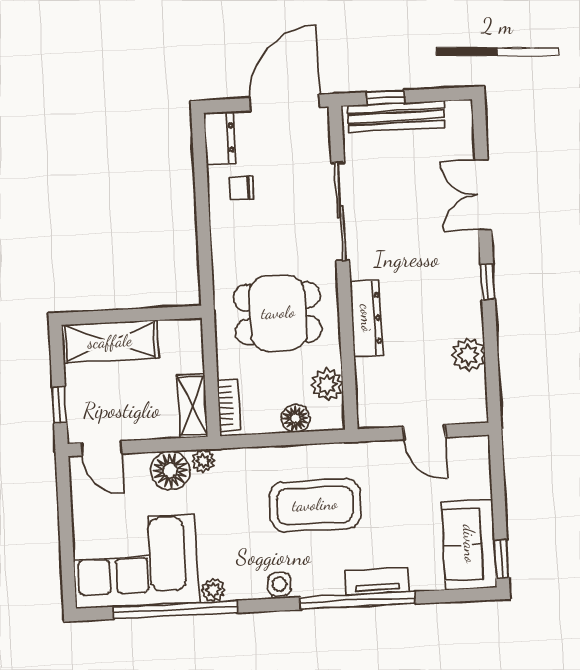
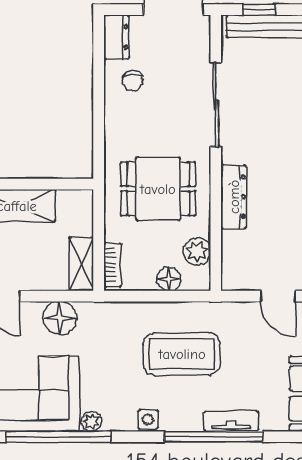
chair: (241, 188) -> (133, 81), turned -90
plant: (203, 461) -> (88, 311), removed

